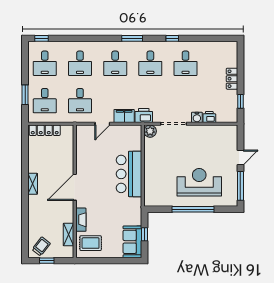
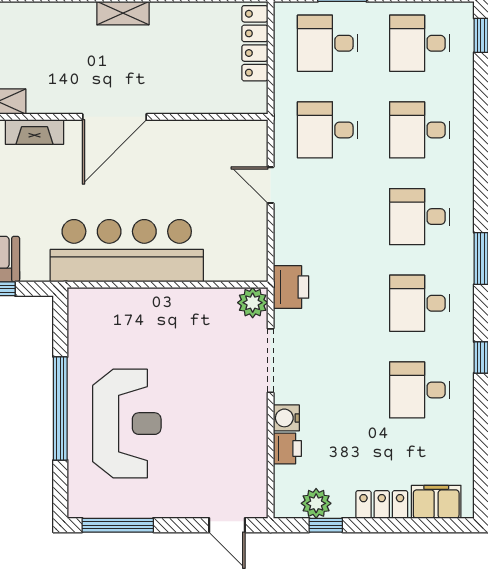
plant: (232, 105) -> (316, 503), added
filing cabinet: (124, 116) -> (436, 502), moved, turned -90
door: (240, 157) -> (227, 525), moved
bar counter: (129, 174) -> (127, 251), width x1.36
door: (75, 187) -> (114, 117), swing flipped

